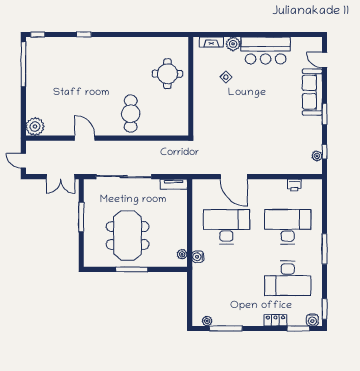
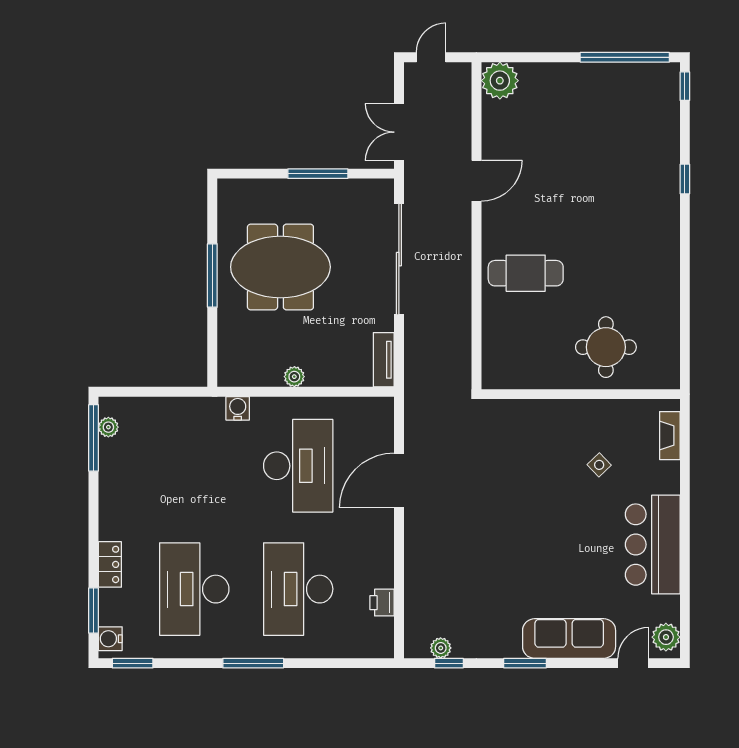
plant: (233, 44) -> (666, 637), moved
desk: (288, 227) -> (298, 589), turned 180
plant: (182, 254) -> (294, 377), moved
window: (226, 328) -> (94, 438), moved

